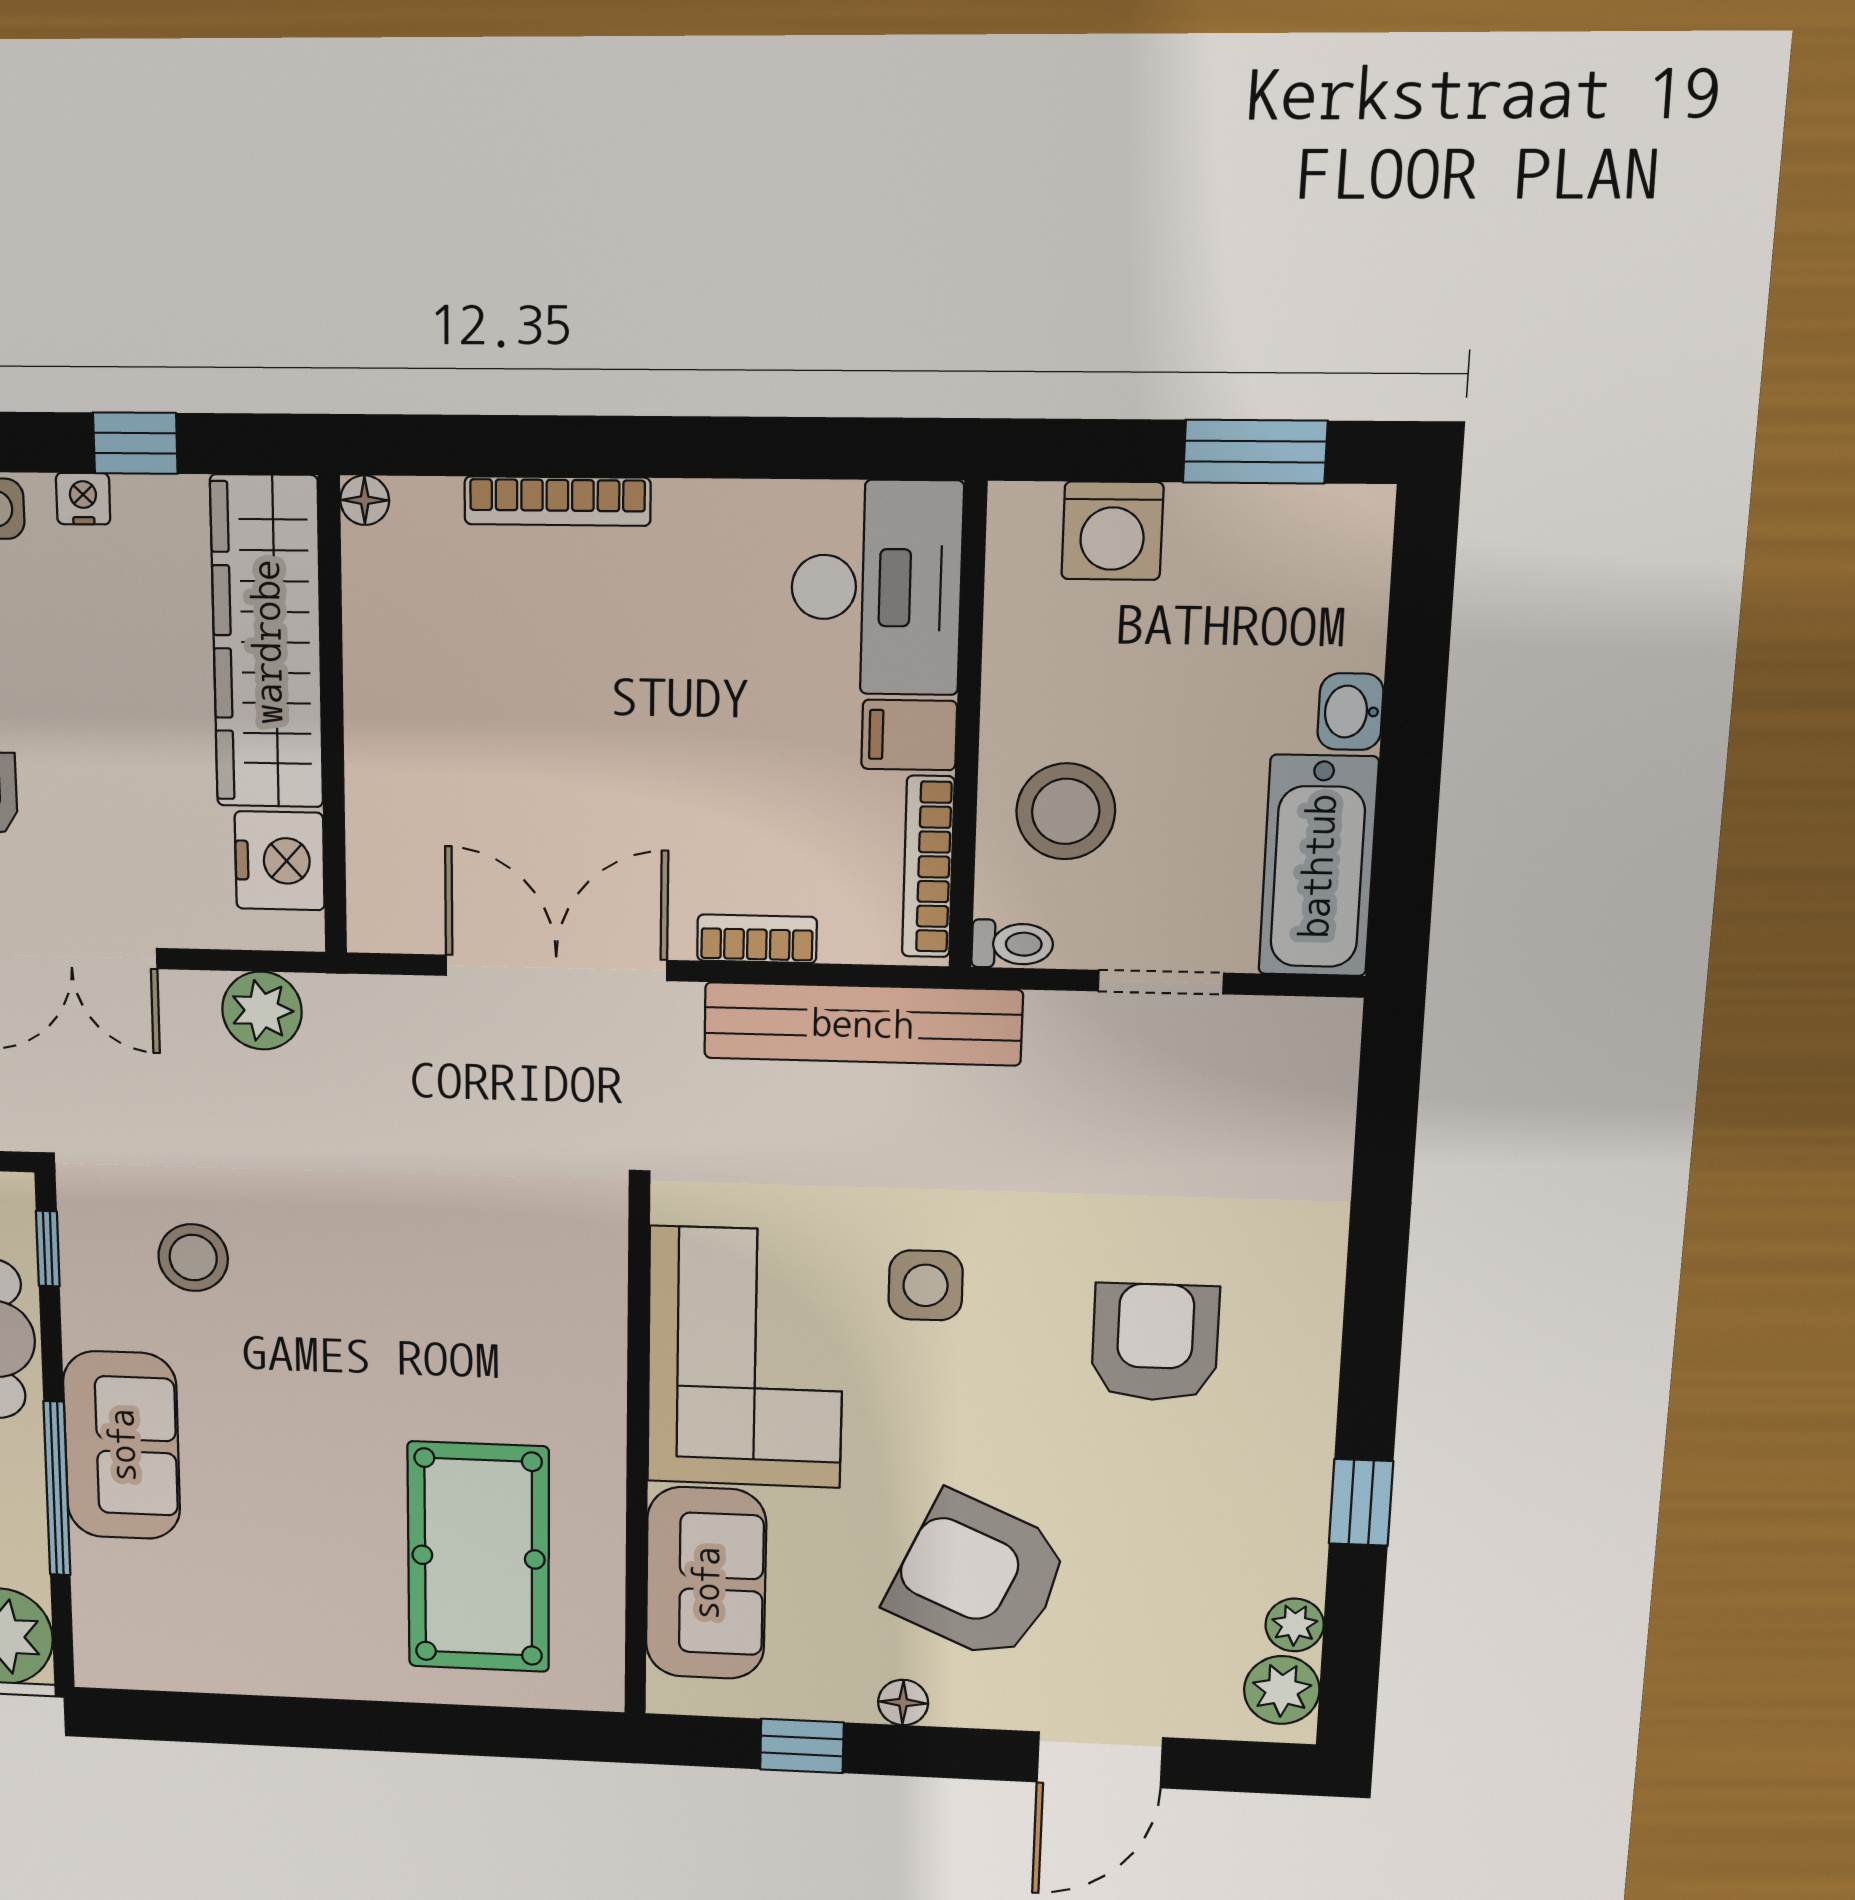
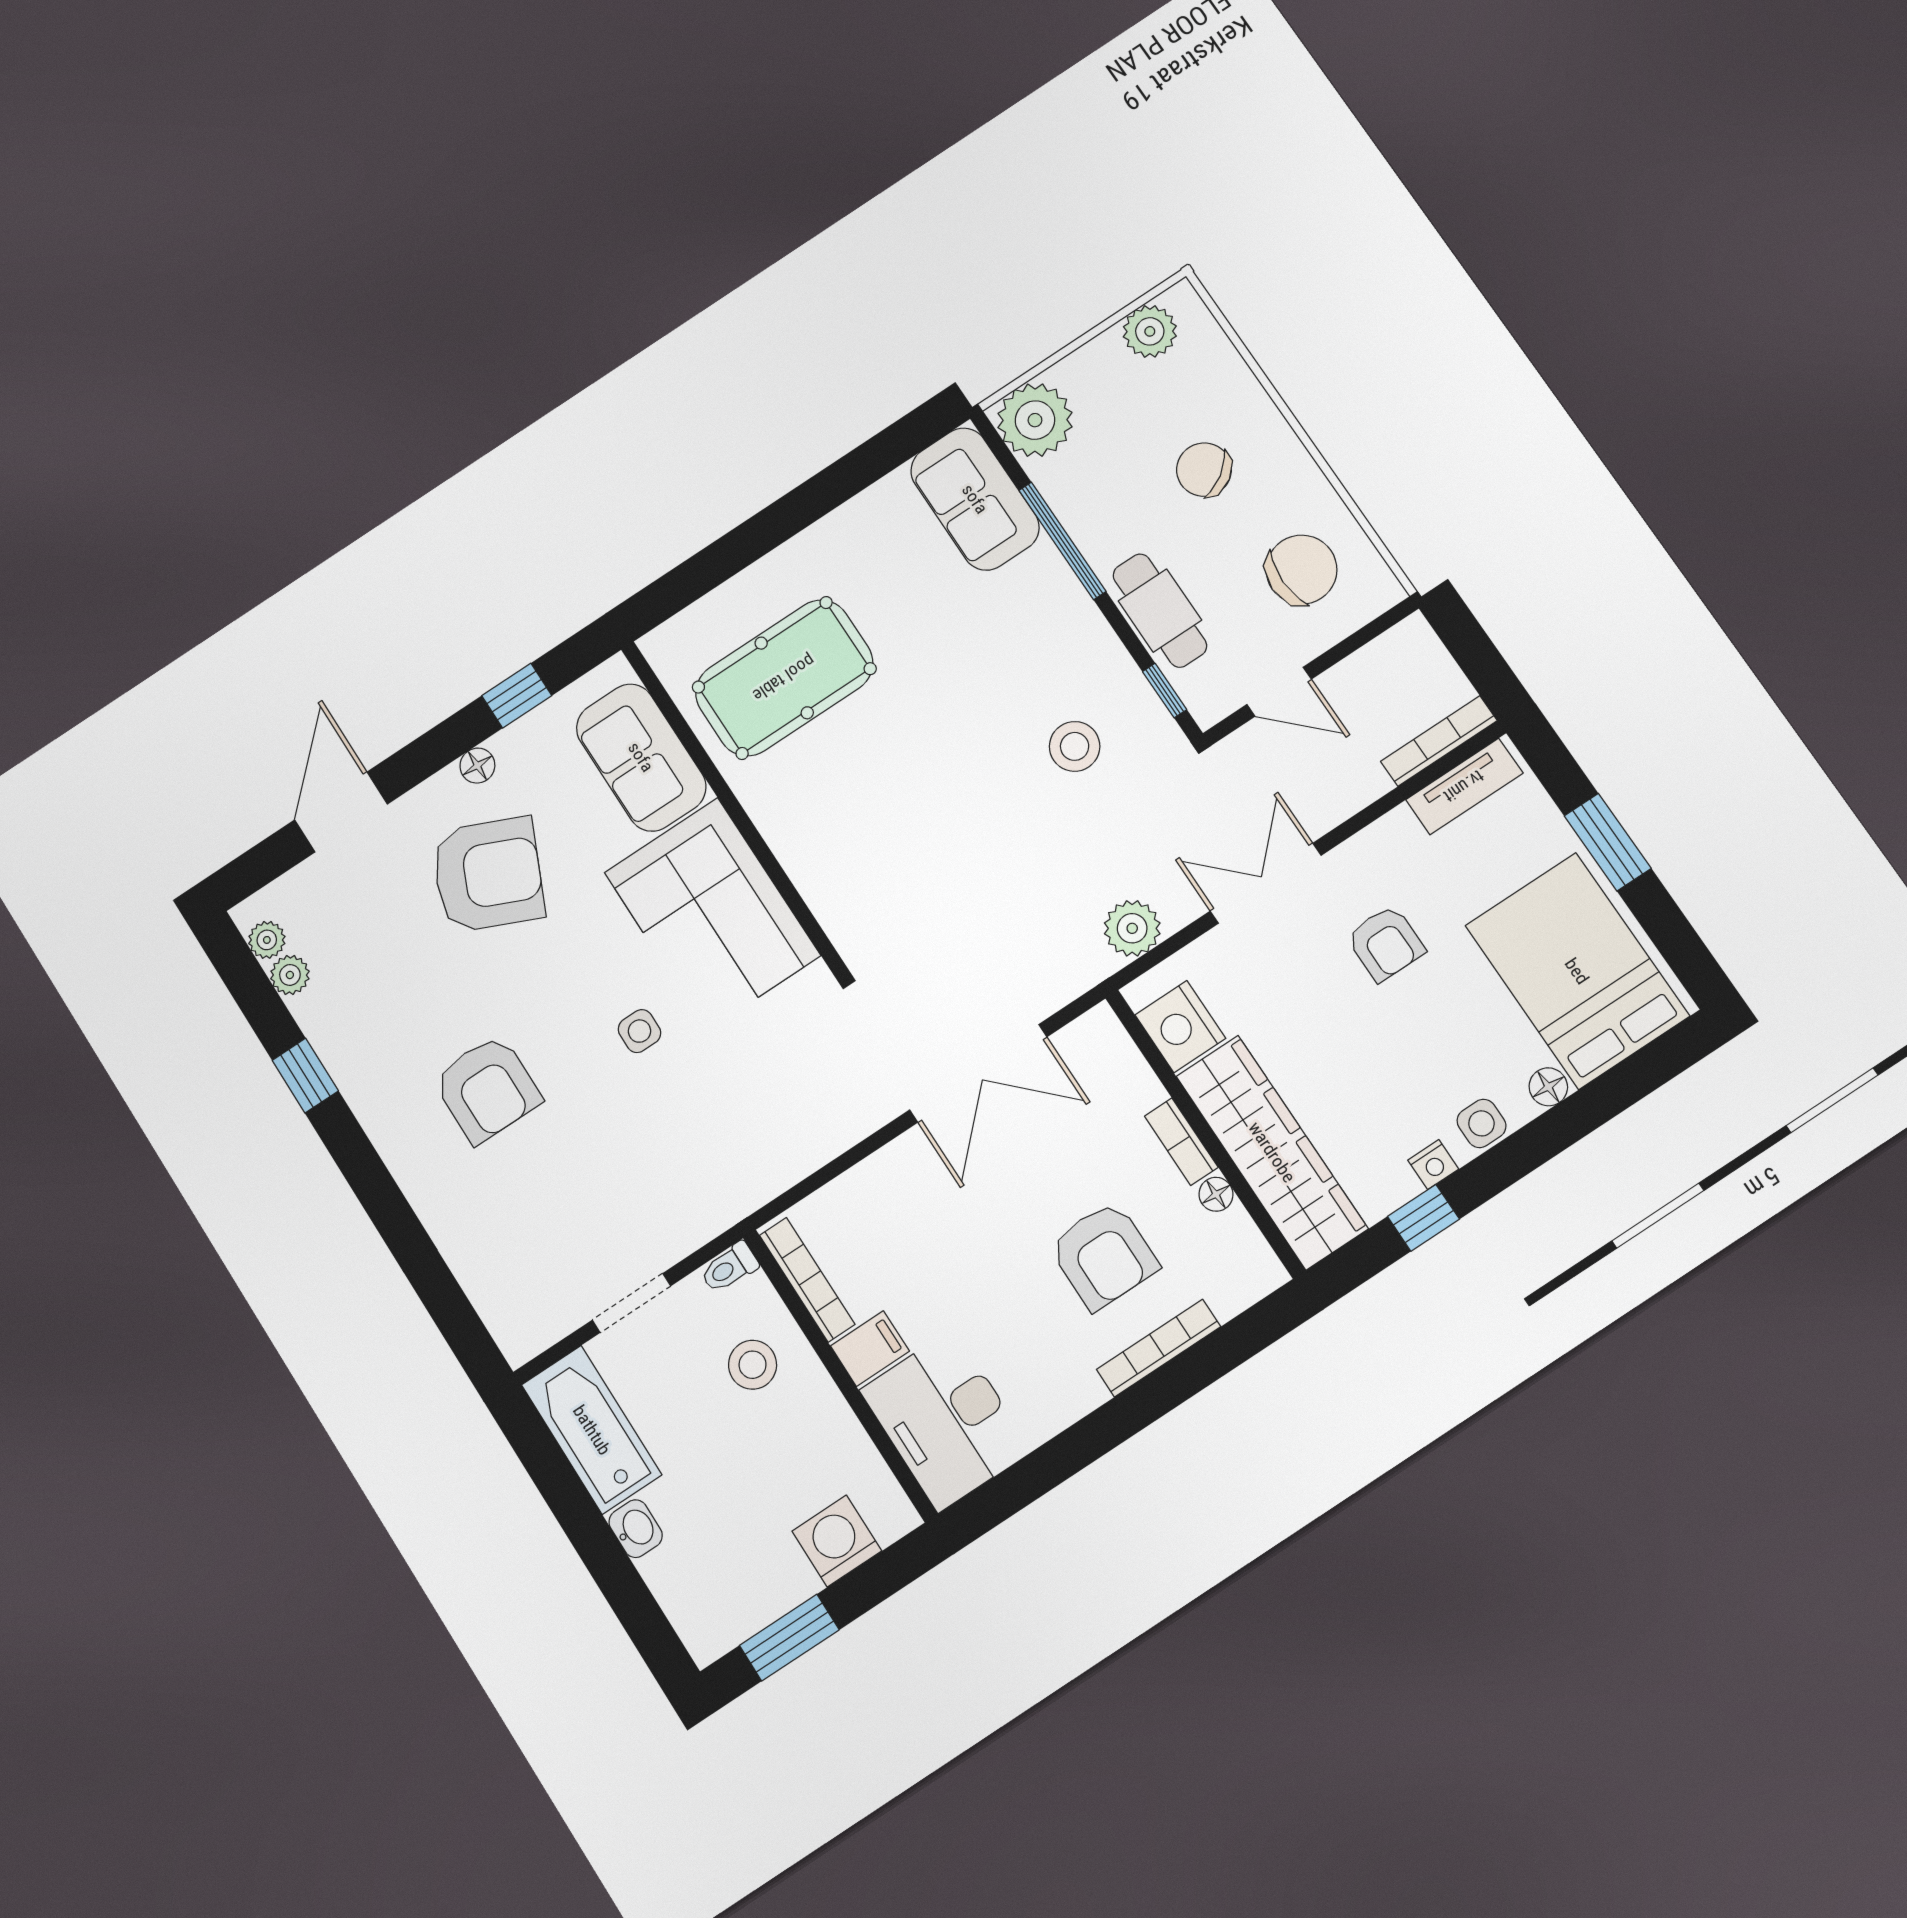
floor lamp: (365, 500) -> (1216, 1194), moved
armchair: (550, 656) -> (1104, 1255), added
stool: (1066, 811) -> (753, 1365), width x0.73, depth x0.73
bookcase: (757, 939) -> (1181, 1142), moved, turned 90
bench: (863, 1024) -> (781, 1162), removed
side table: (926, 1285) -> (639, 1031), width x0.73, depth x0.73
sofa: (122, 1445) -> (975, 499), moved
pool table: (478, 1557) -> (784, 678), turned 90
plant: (1282, 1690) -> (267, 940), width x0.73, depth x0.73

